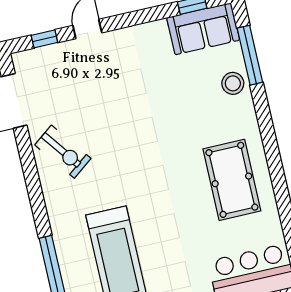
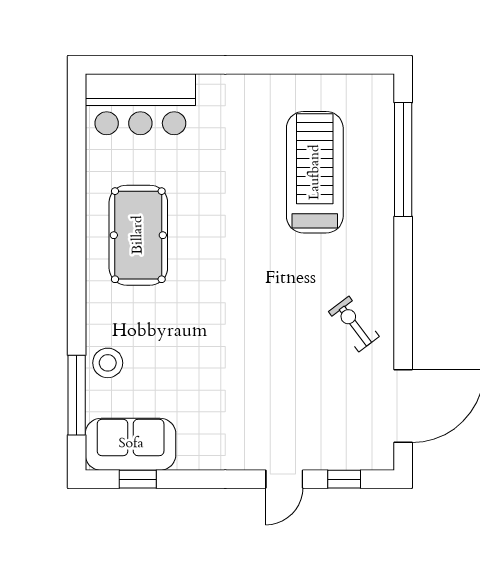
exercise bike: (63, 152) -> (354, 324), width x0.73, depth x0.72

